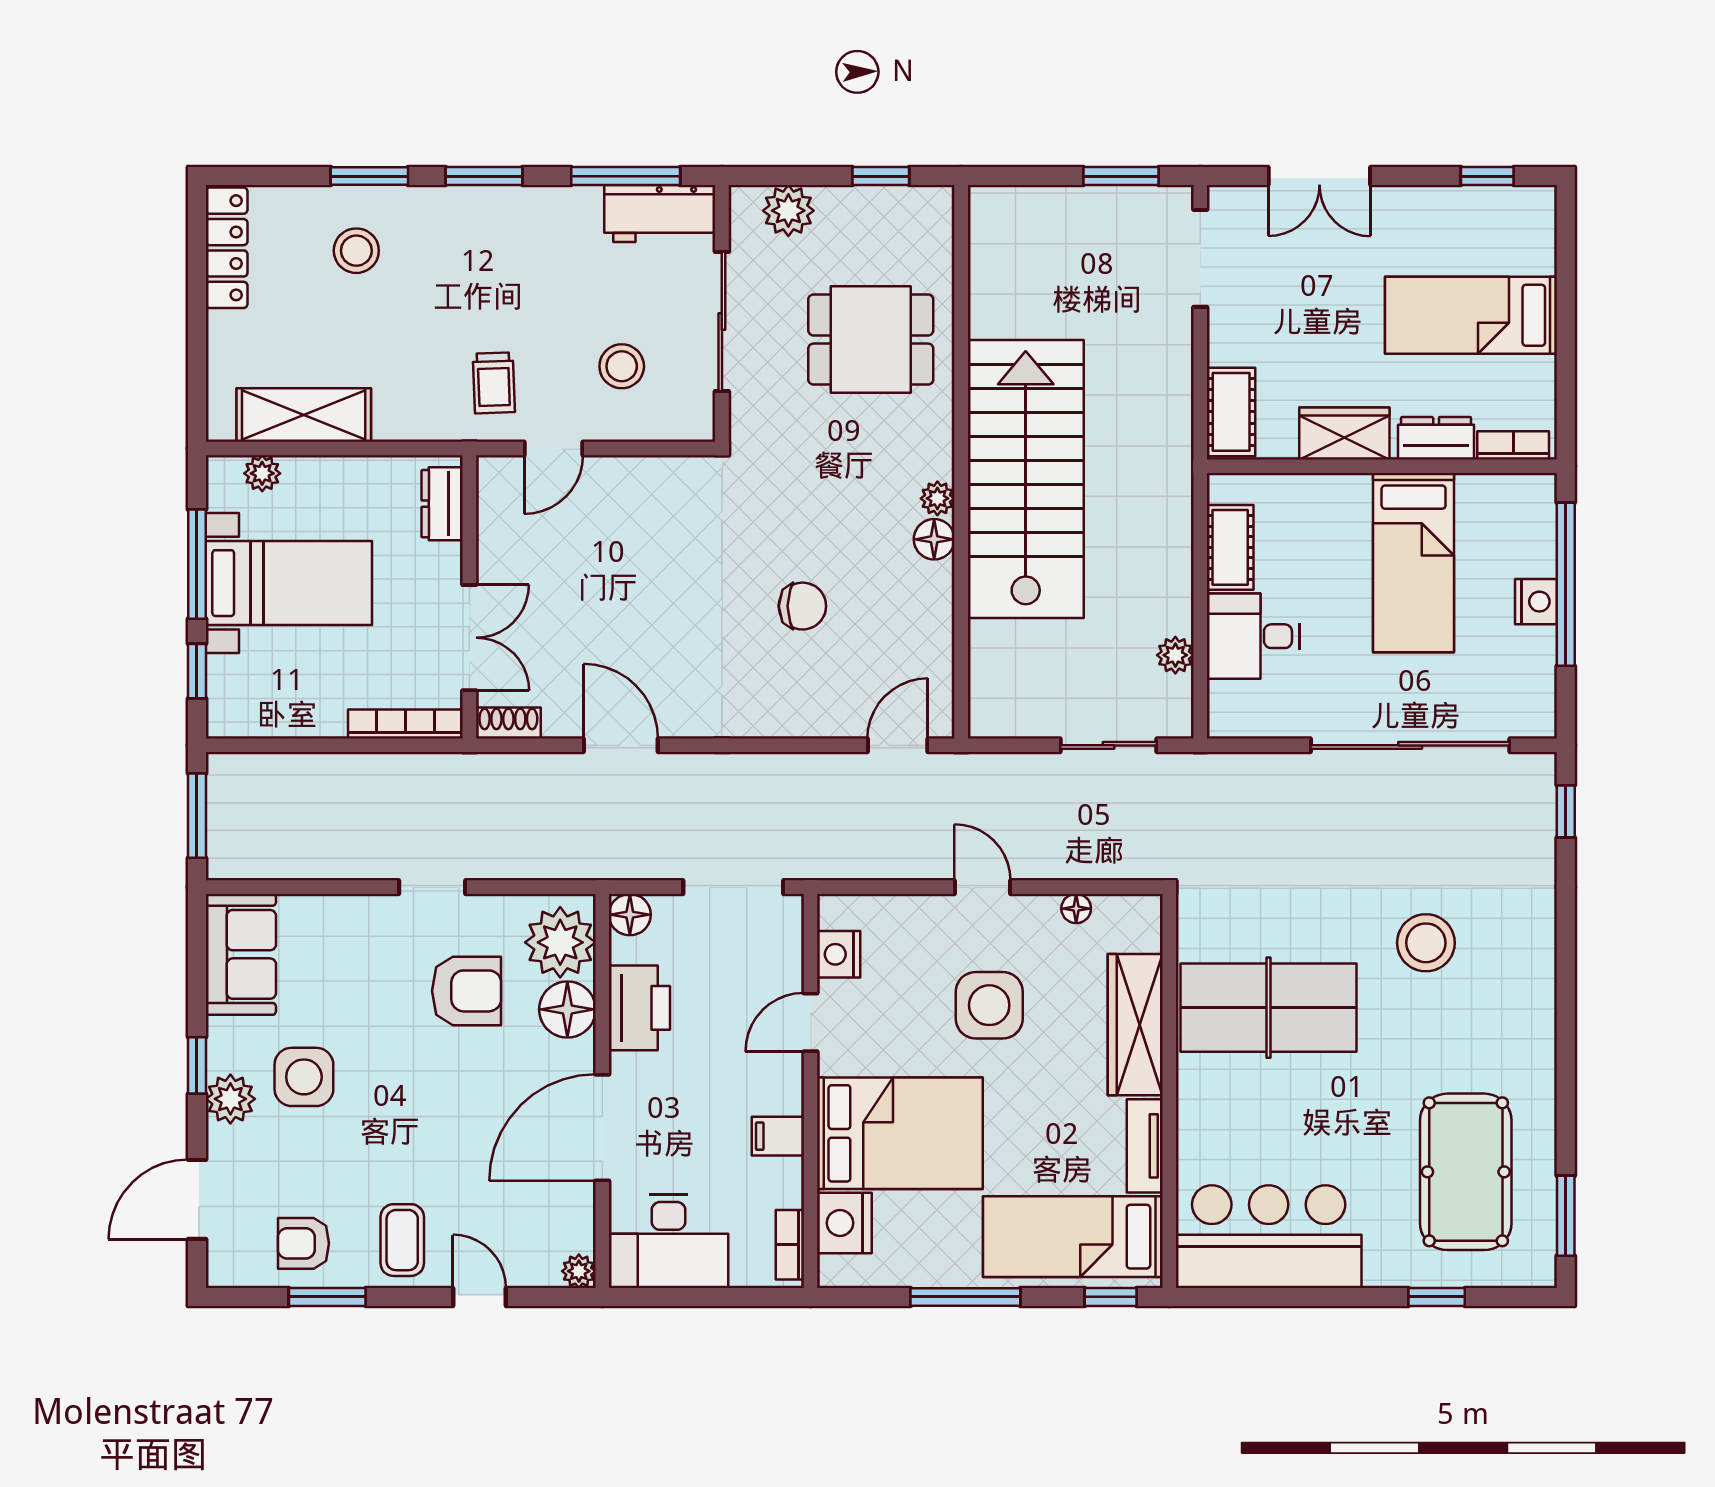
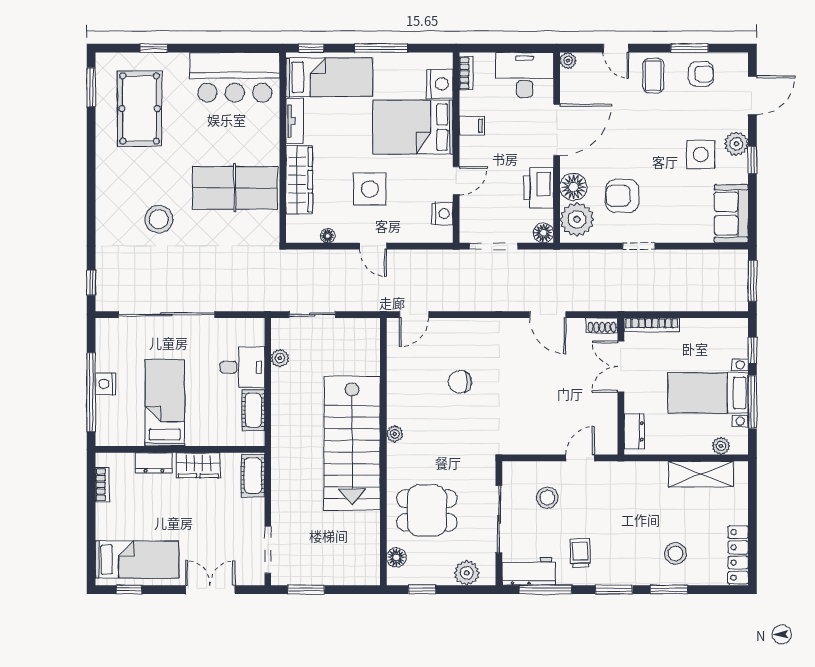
bed: (1471, 315) -> (137, 560), moved
trolley: (494, 383) -> (580, 553), moved
bookcase: (1513, 445) -> (102, 485), moved, turned -90
floor lamp: (934, 539) -> (396, 557), moved

